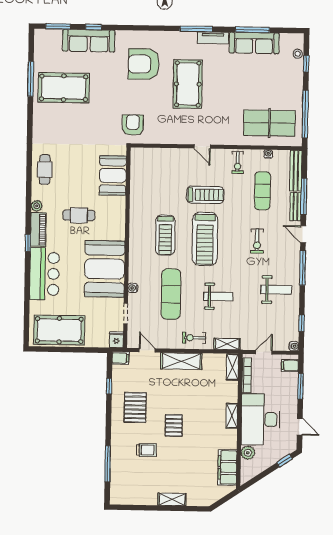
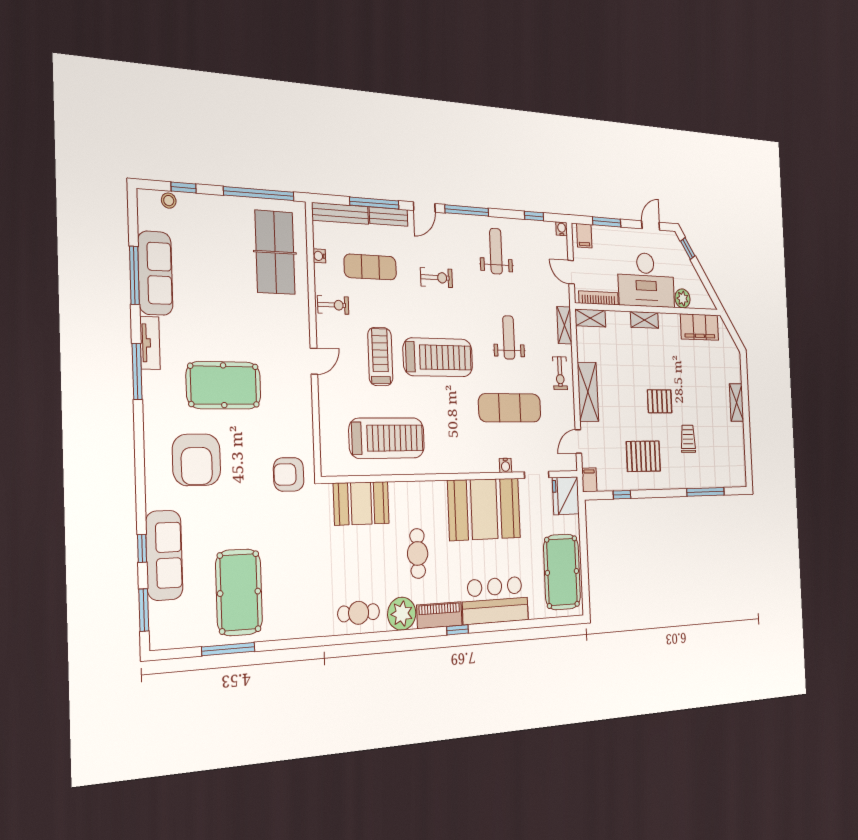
plant: (37, 206) -> (402, 614), width x1.88, depth x1.88
treadmill: (165, 235) -> (387, 438), moved, width x1.37, depth x1.38
fridge: (116, 340) -> (566, 496), width x1.88, depth x1.34

